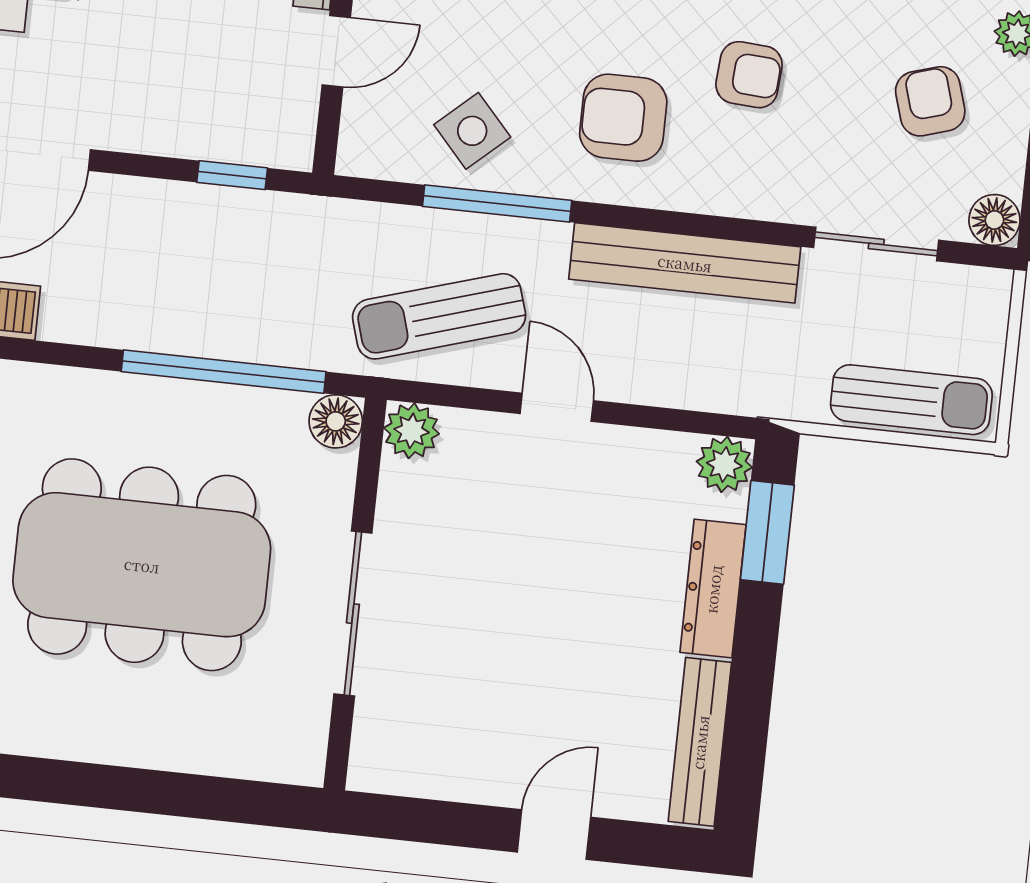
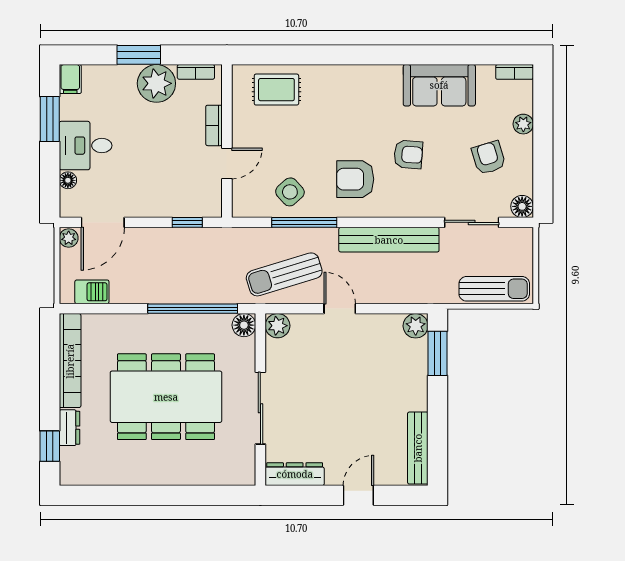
dresser: (713, 589) -> (295, 474), moved, turned 90

